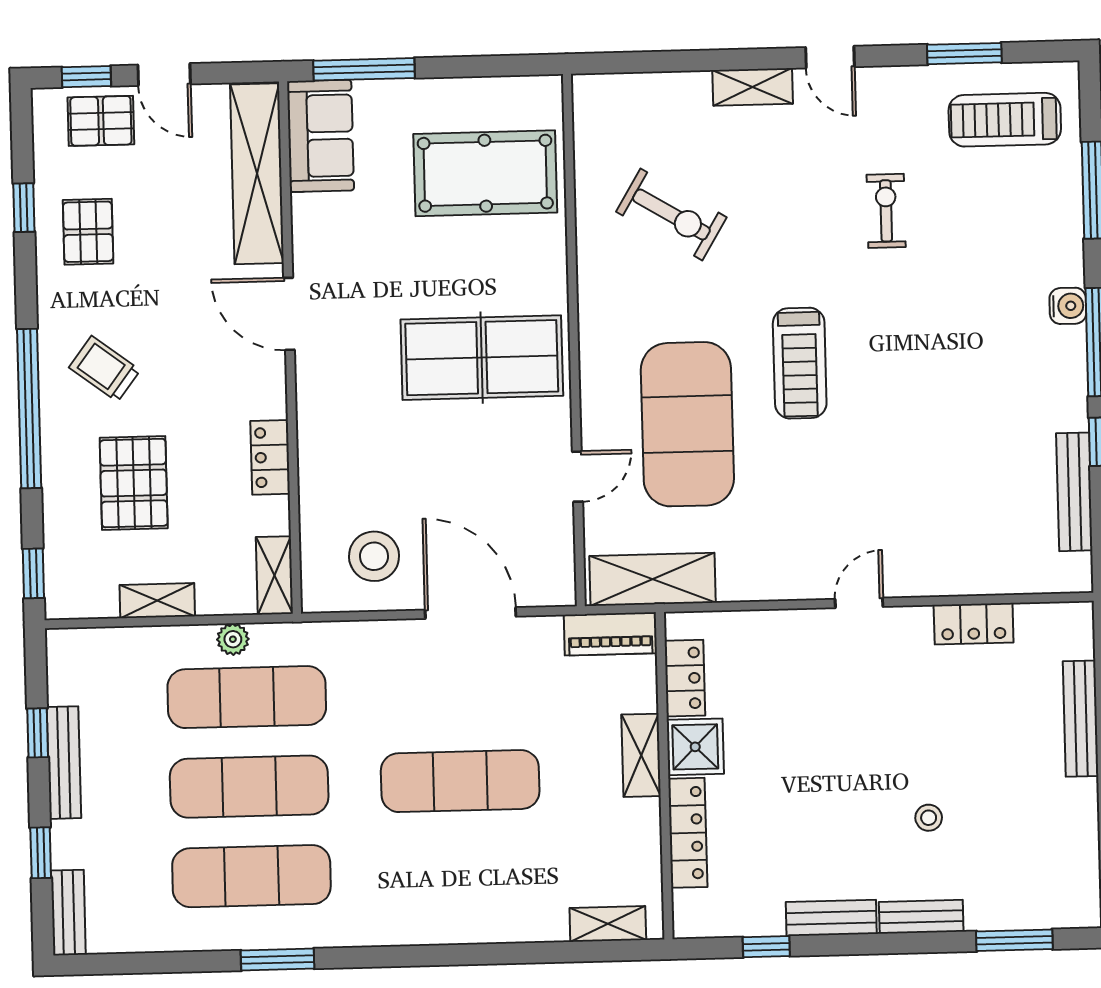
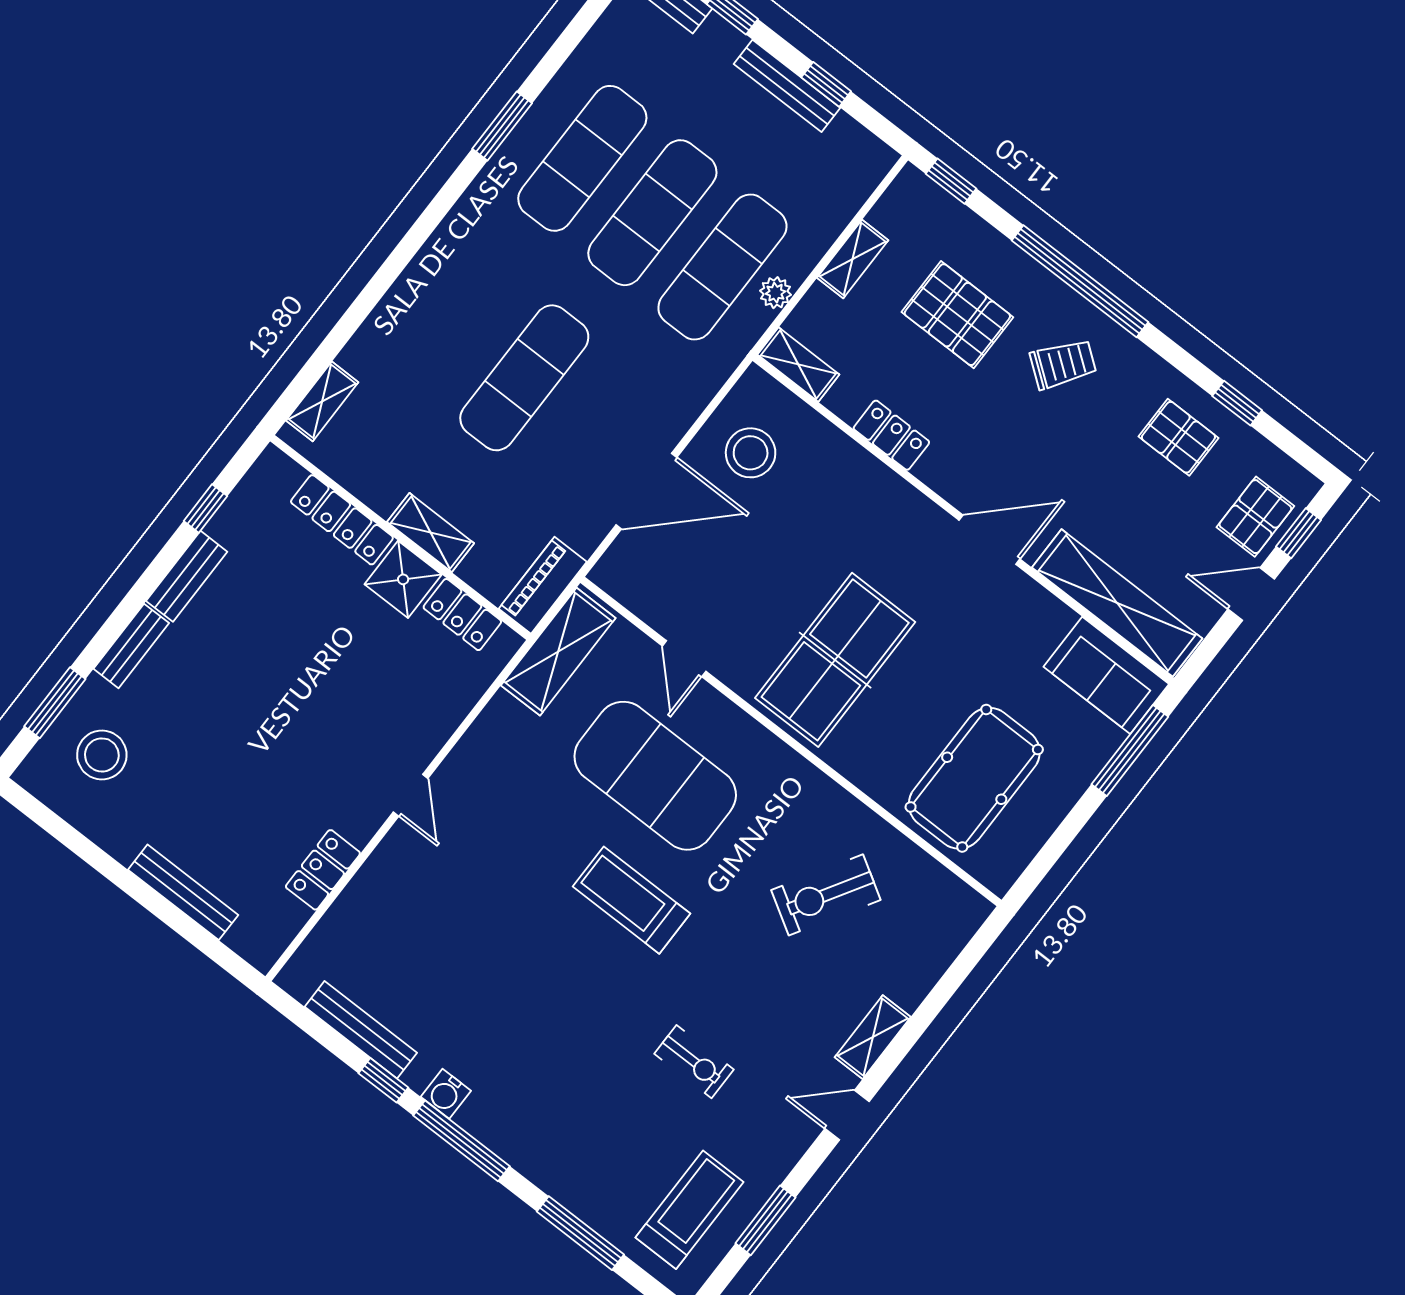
water cooler: (1068, 306) -> (446, 1094), moved
stool: (929, 818) -> (102, 755), moved, width x1.89, depth x1.89

